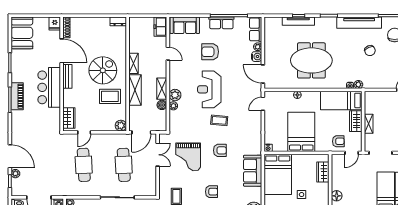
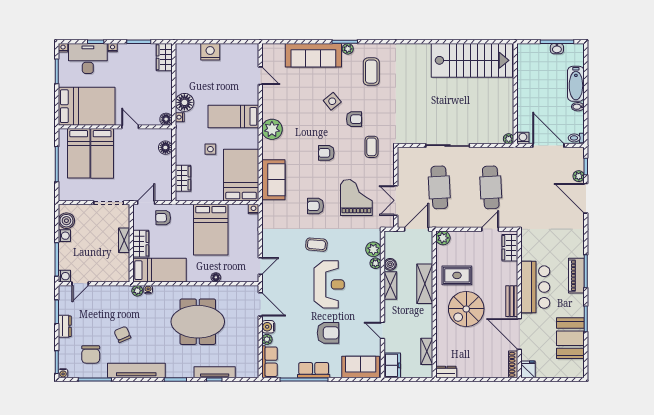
booth: (22, 33) -> (570, 338), moved
shelving: (133, 63) -> (427, 351), moved
plant: (175, 95) -> (373, 249), moved

